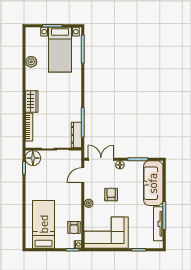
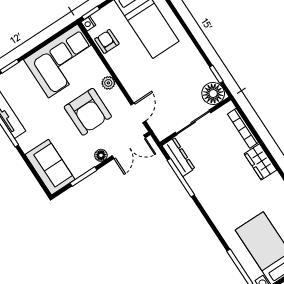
sofa: (153, 183) -> (50, 167), width x0.73
armchair: (111, 195) -> (88, 112), width x1.88, depth x1.88

